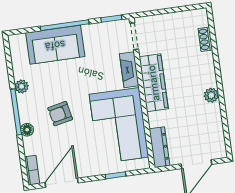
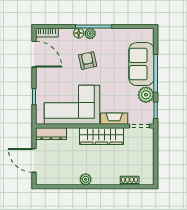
plant: (93, 34) -> (146, 95), added
plant: (22, 86) -> (90, 34), moved

